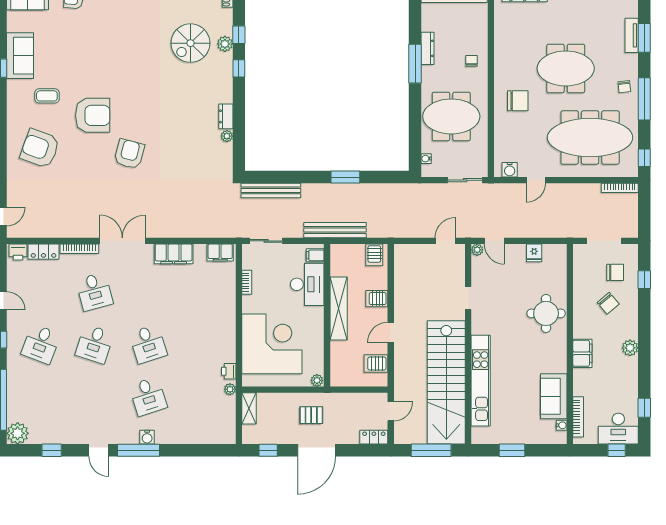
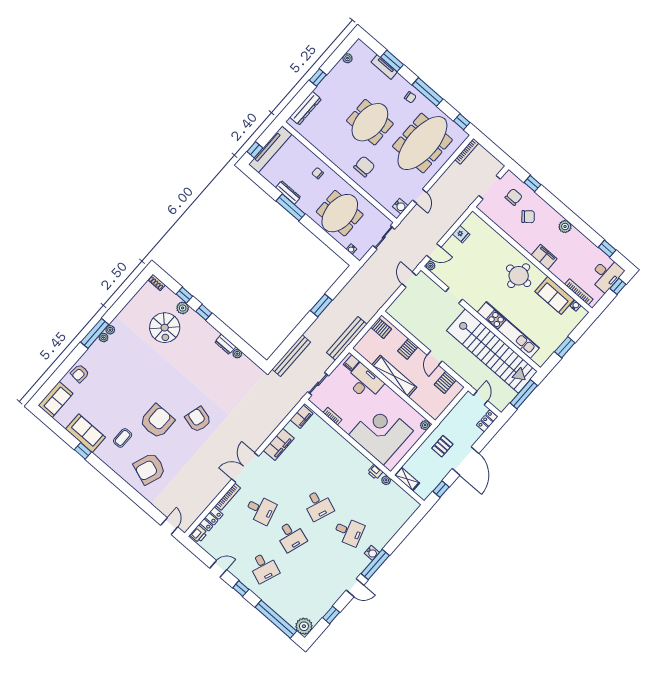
round table: (546, 313) -> (519, 276), moved
desk: (148, 344) -> (318, 505), turned 39

